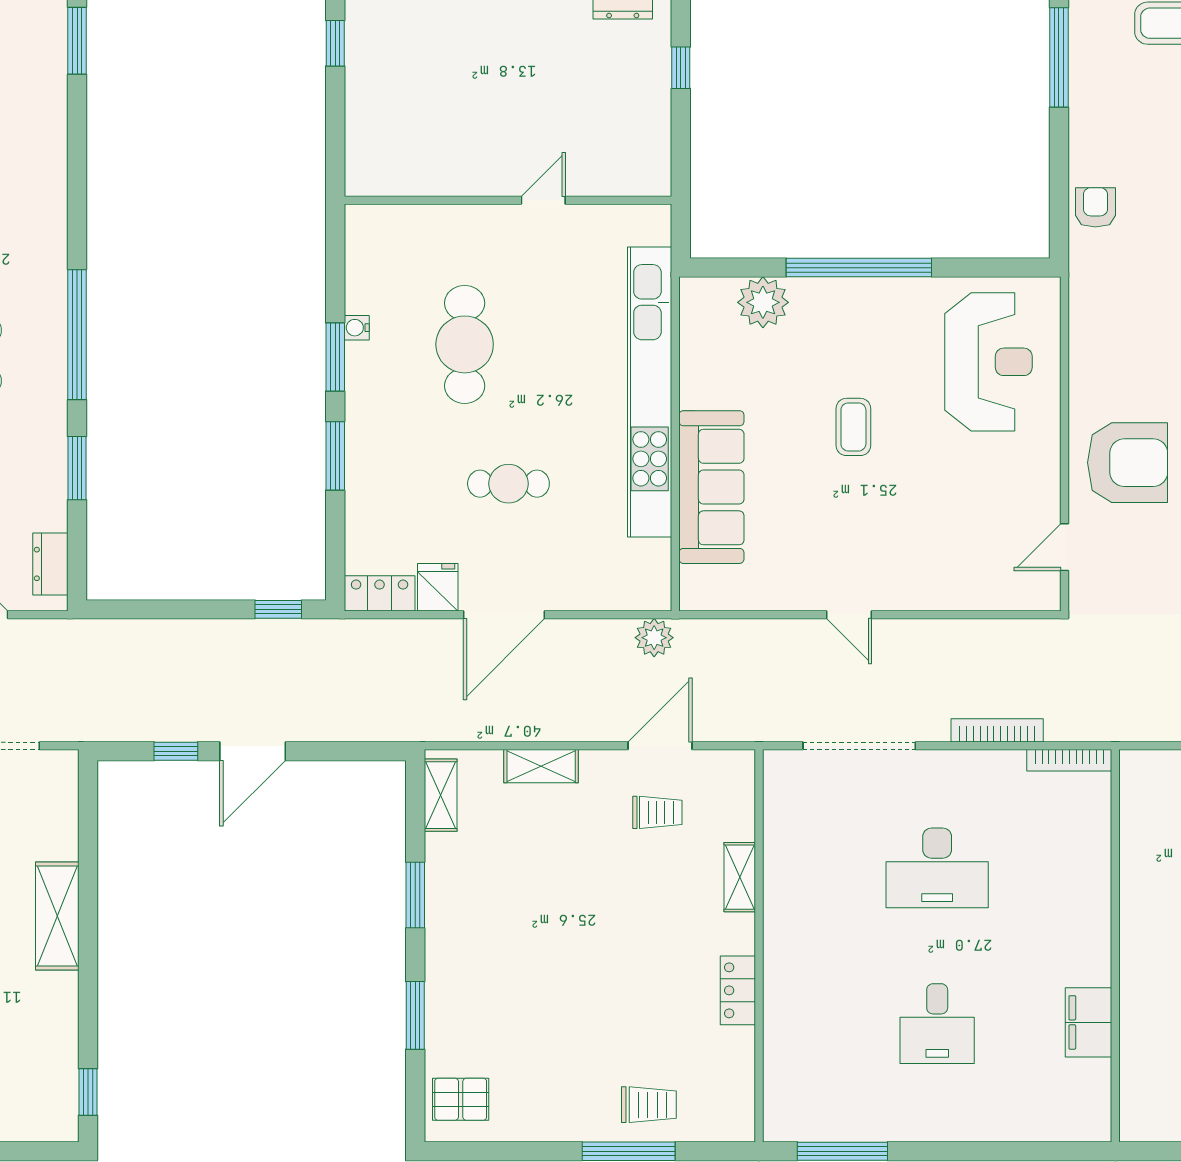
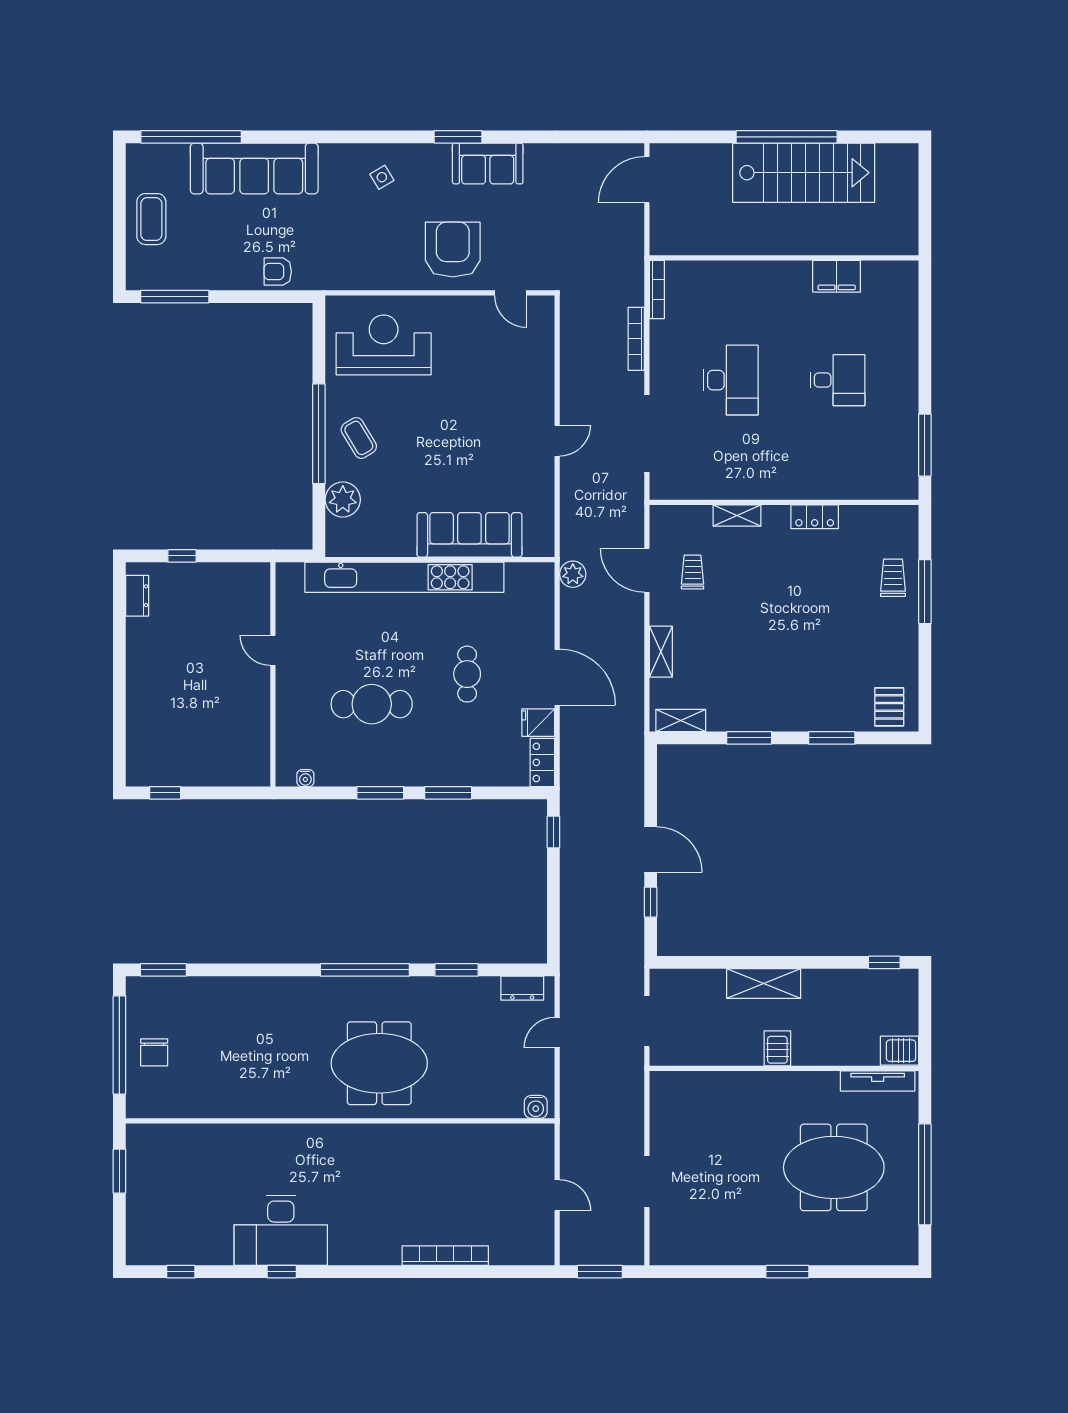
water cooler: (357, 328) -> (305, 778), moved
coffee table: (853, 427) -> (359, 438), moved, turned 59

